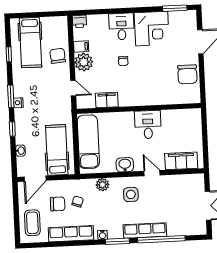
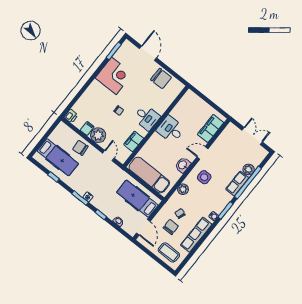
desk: (122, 26) -> (147, 117), moved, turned 180
door: (73, 88) -> (108, 156), hinge flipped
plant: (174, 229) -> (249, 169), added
row of seats: (145, 231) -> (237, 184), width x0.68

